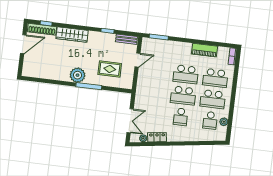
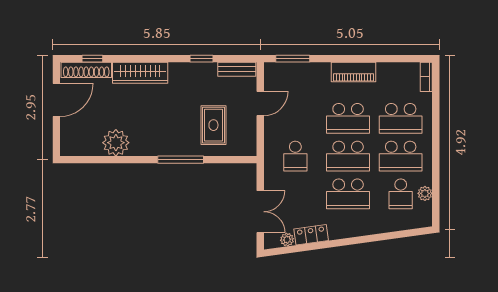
piano: (205, 50) -> (353, 72), moved
rug: (110, 69) -> (213, 125), turned 90
plant: (78, 75) -> (116, 143), moved
school desk: (154, 92) -> (295, 156), added
school desk: (181, 117) -> (348, 194), width x1.85

